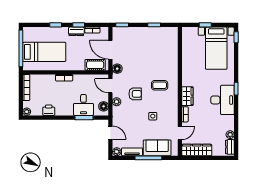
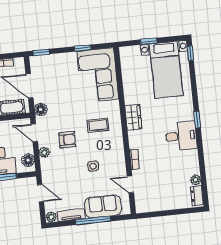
corner sofa: (164, 47) -> (98, 75), added
wardrobe: (187, 96) -> (133, 117), moved
desk: (223, 100) -> (181, 136), width x0.73
door: (180, 133) -> (130, 184), swing flipped
wardrobe: (197, 150) -> (154, 204), removed

